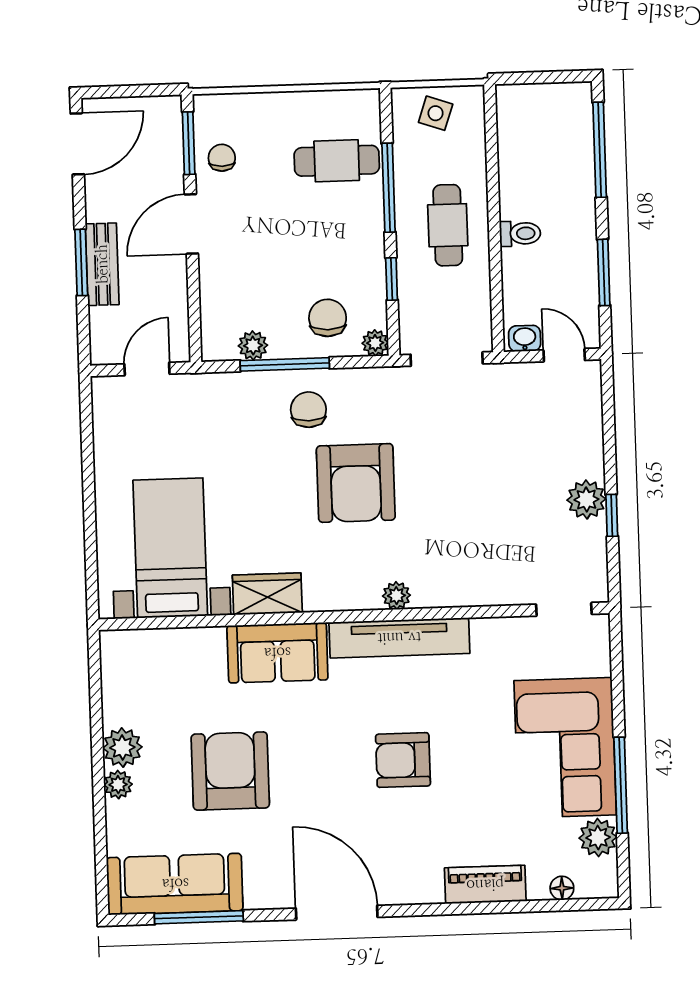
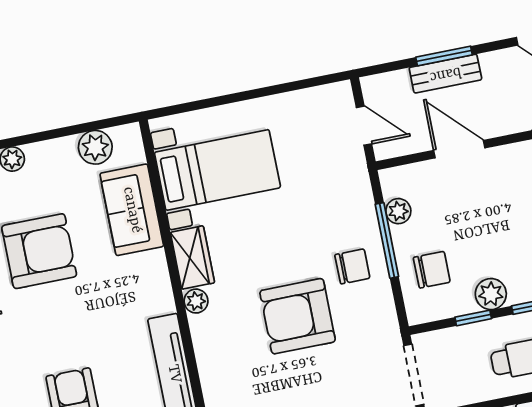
door: (191, 224) -> (459, 149), moved
plant: (375, 343) -> (491, 294), moved, width x1.38, depth x1.38
plant: (396, 596) -> (196, 301), moved
sofa: (277, 653) -> (132, 210), moved
plant: (122, 747) -> (95, 147), moved

